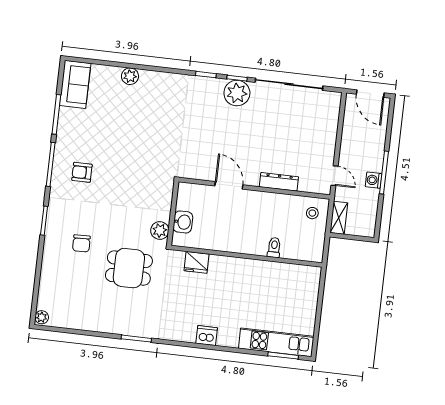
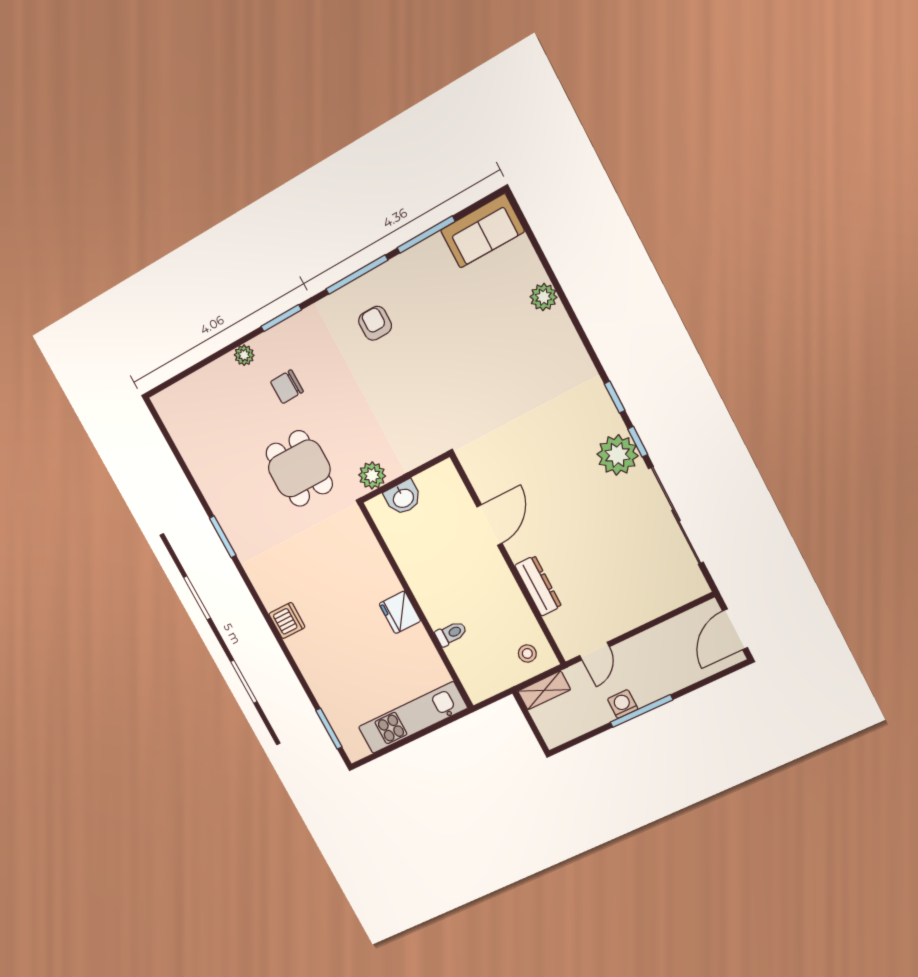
fridge: (197, 262) -> (400, 612), moved
plant: (42, 317) -> (244, 355), moved
kitchen unit: (276, 342) -> (413, 718), moved, turned -90

